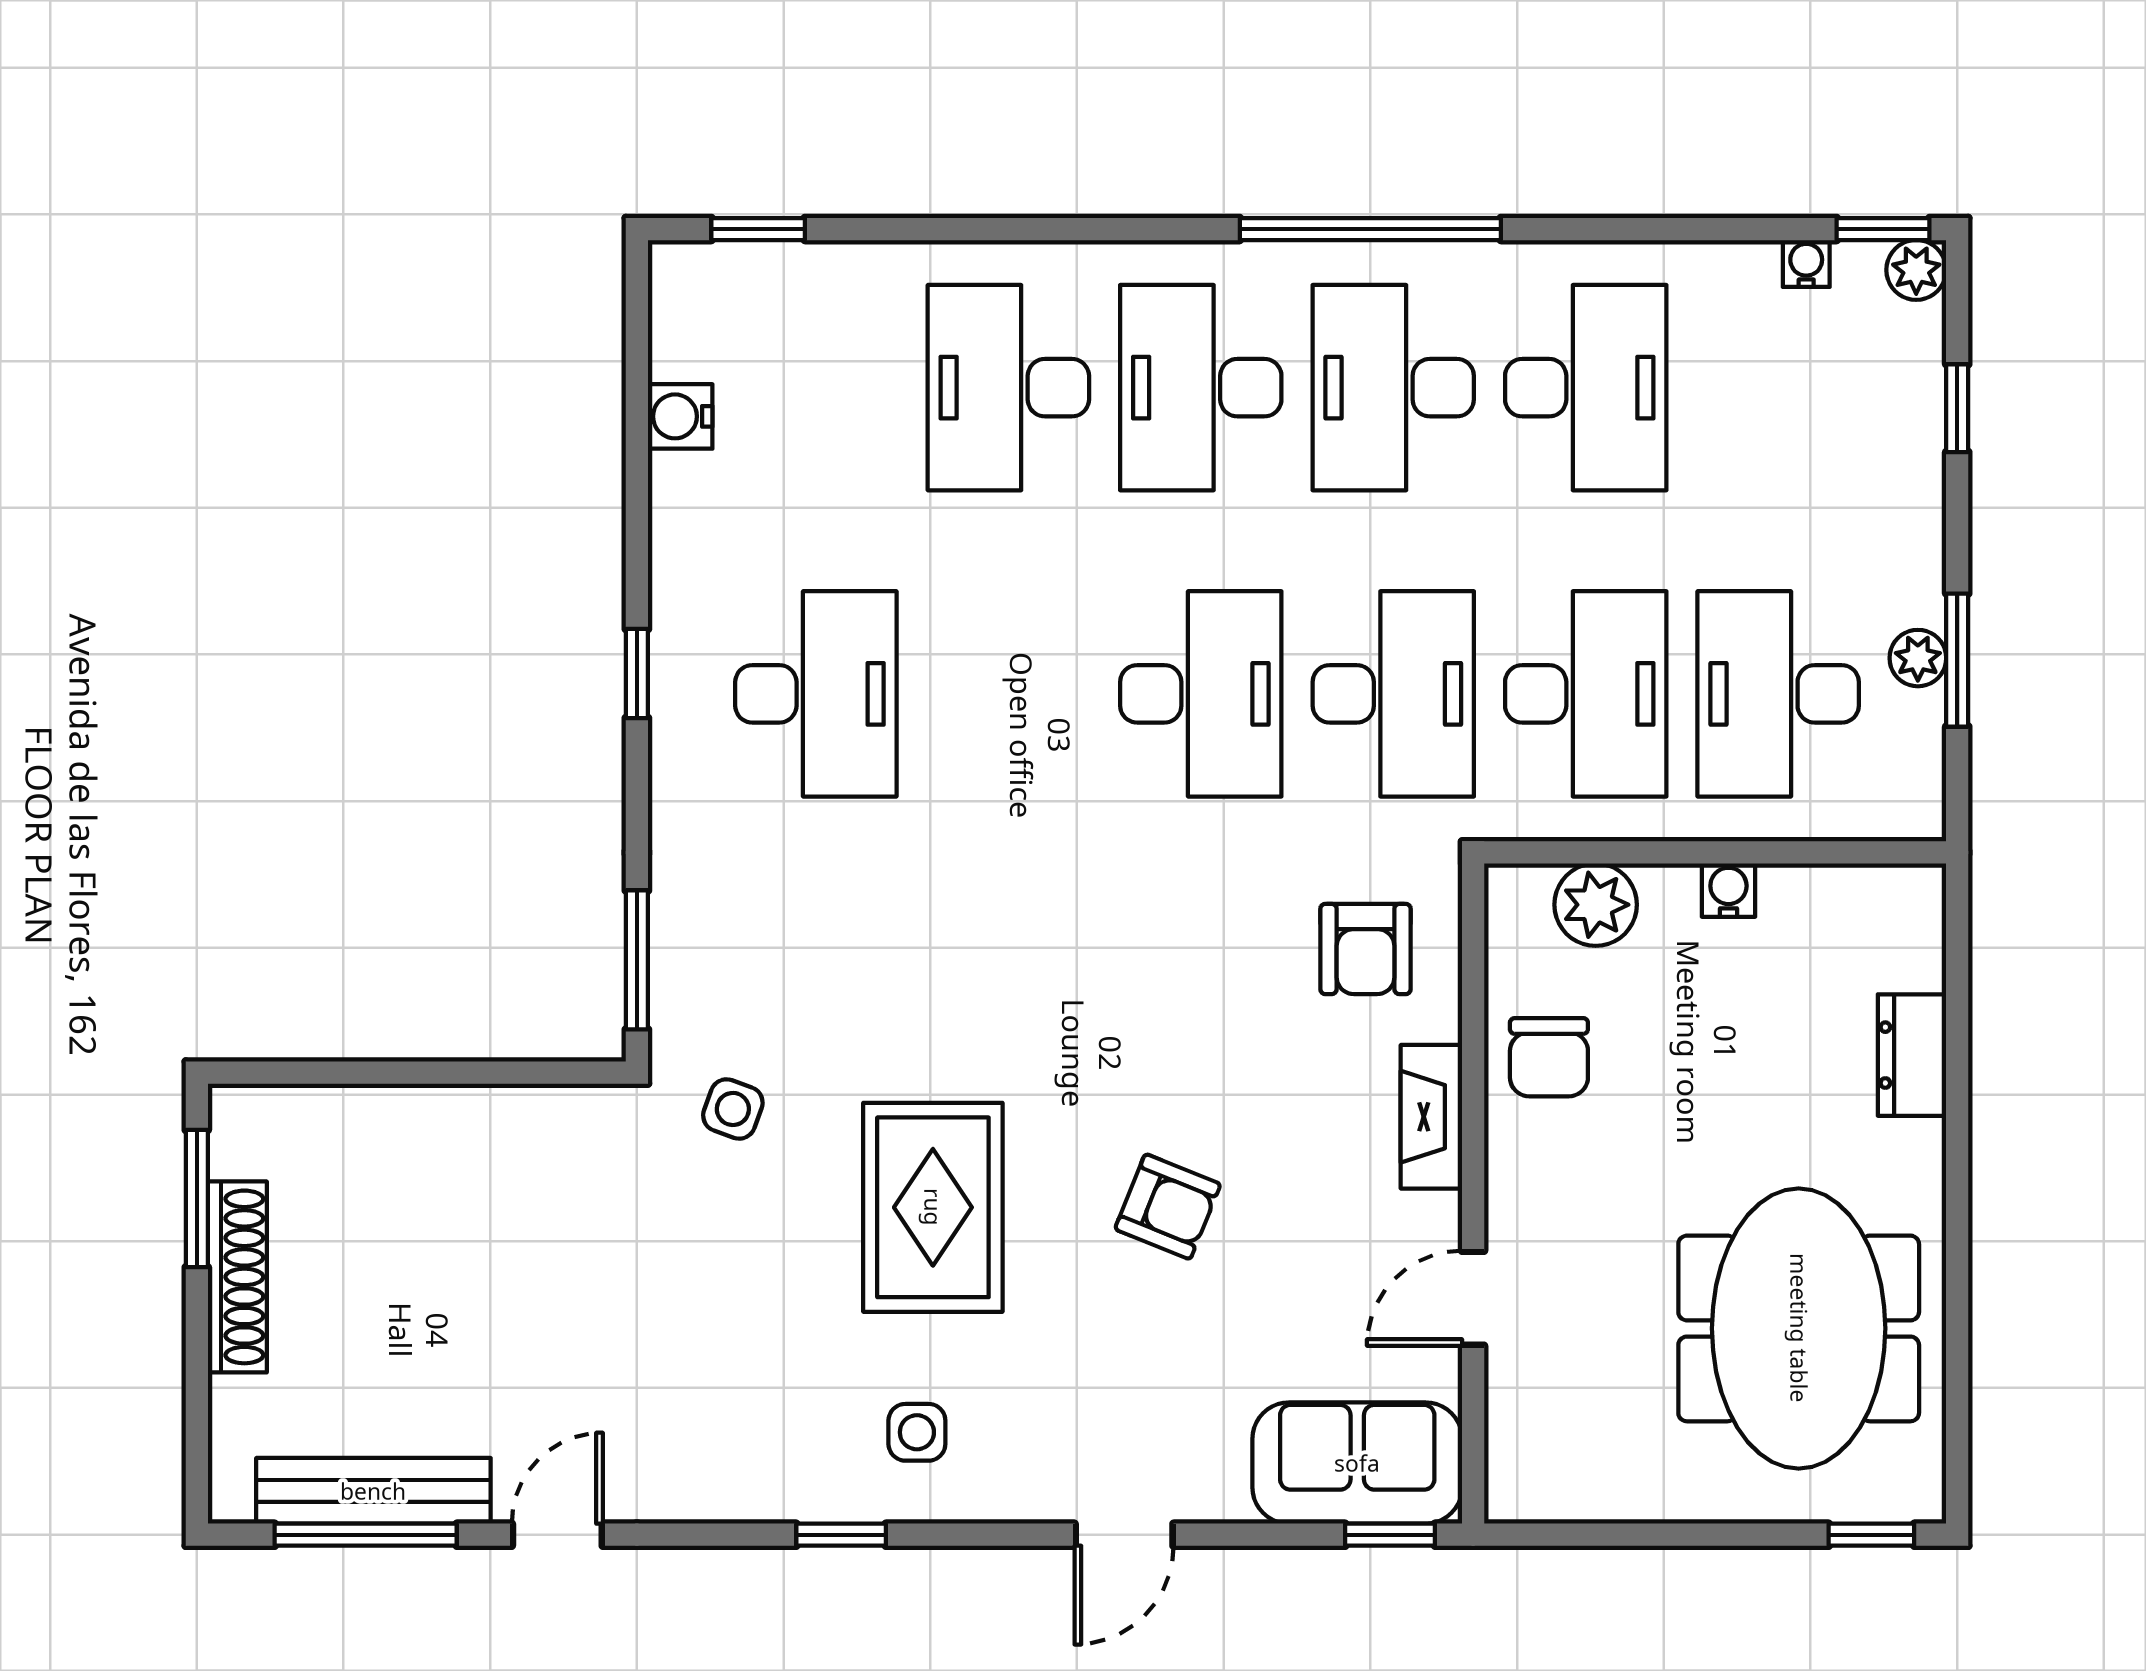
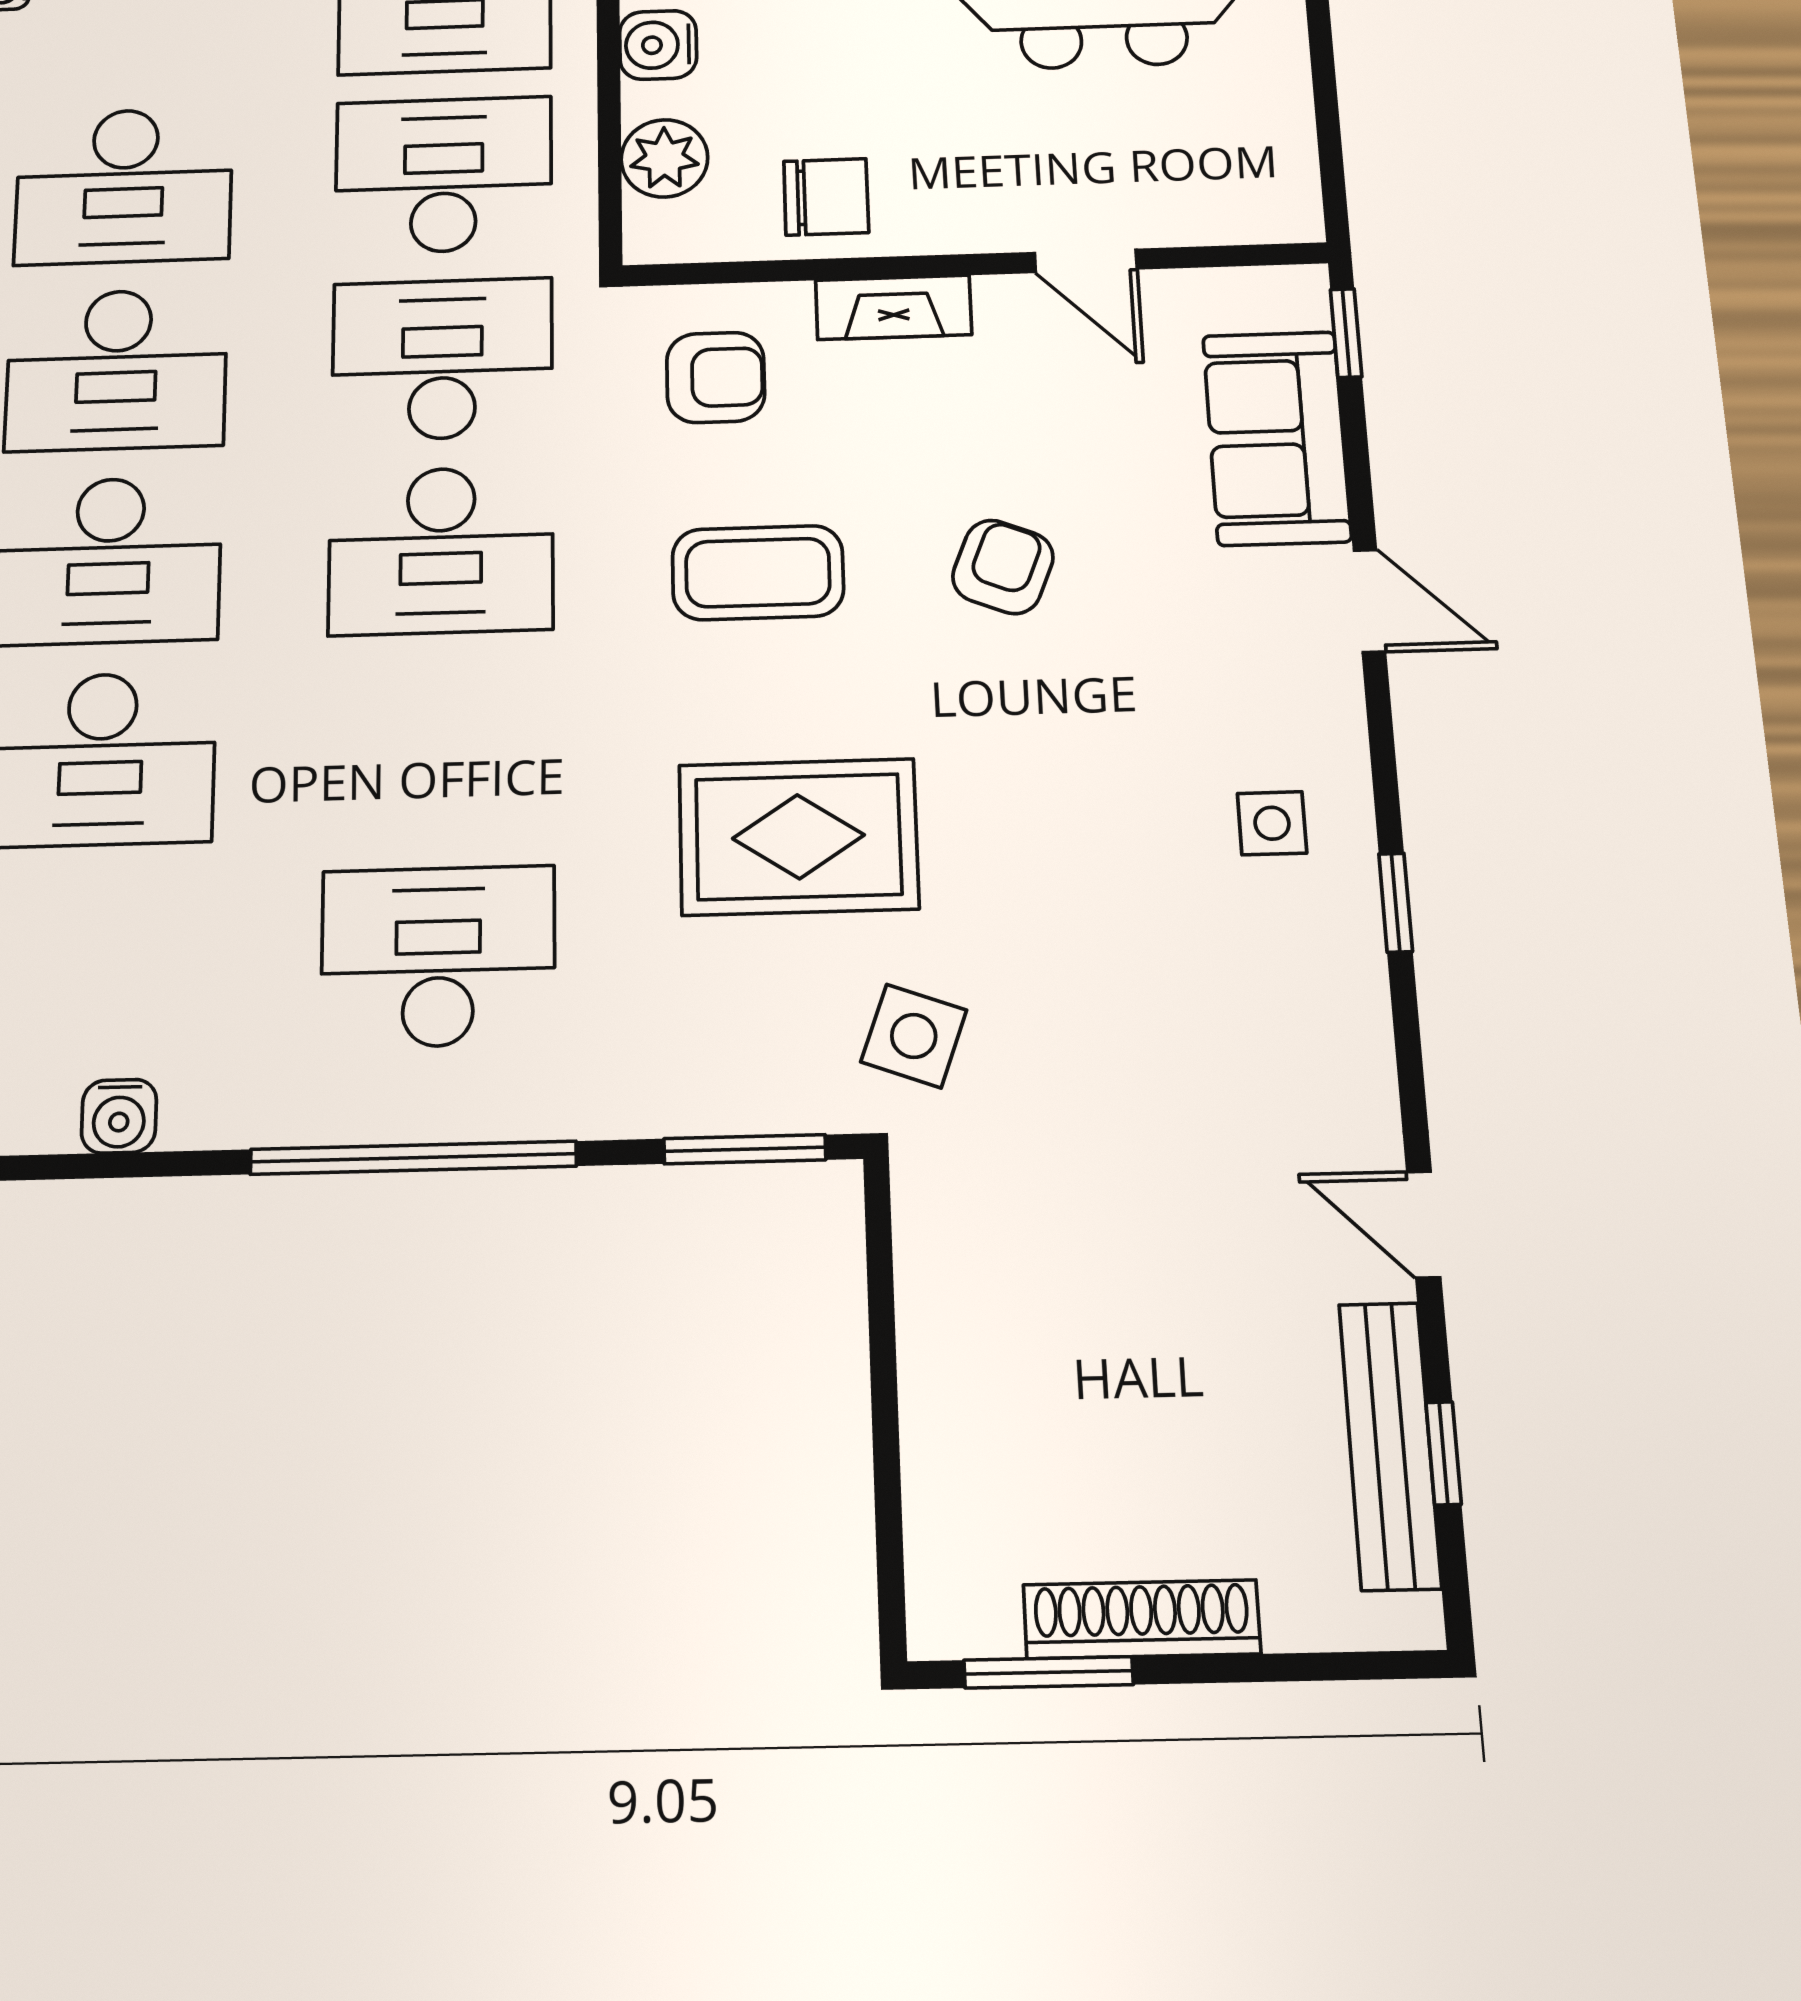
desk: (1586, 388) -> (124, 186), turned 180
window: (637, 674) -> (413, 1158), width x3.17
desk: (1201, 694) -> (441, 550), turned 180
water cooler: (1728, 890) -> (658, 45), width x1.38, depth x1.38
coffee table: (1169, 984) -> (758, 573), added
side table: (733, 1109) -> (914, 1036), width x1.37, depth x1.37
rug: (933, 1207) -> (798, 837), moved
sofa: (1357, 1463) -> (1277, 438), moved
window: (366, 1535) -> (1444, 1453), width x0.46

